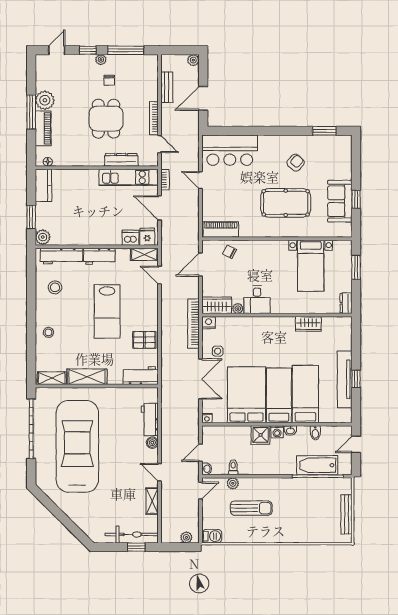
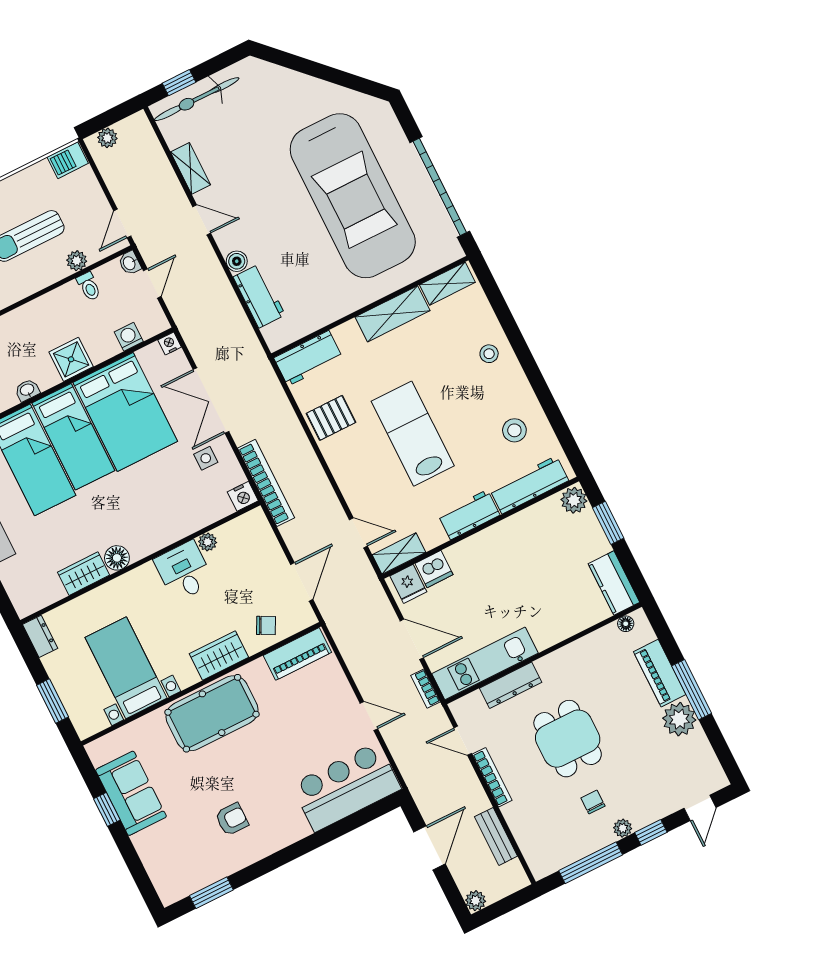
armchair: (296, 163) -> (232, 819), turned -133
pool table: (286, 203) -> (212, 713), moved
wardrobe: (217, 305) -> (219, 656), moved, turned 180
floor lamp: (288, 323) -> (117, 558), added
washing machine: (277, 432) -> (129, 337), moved

